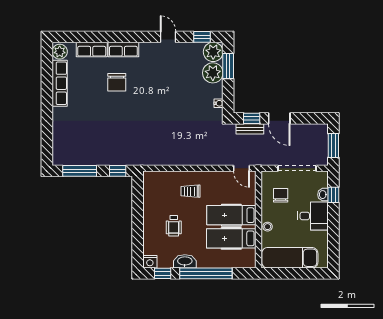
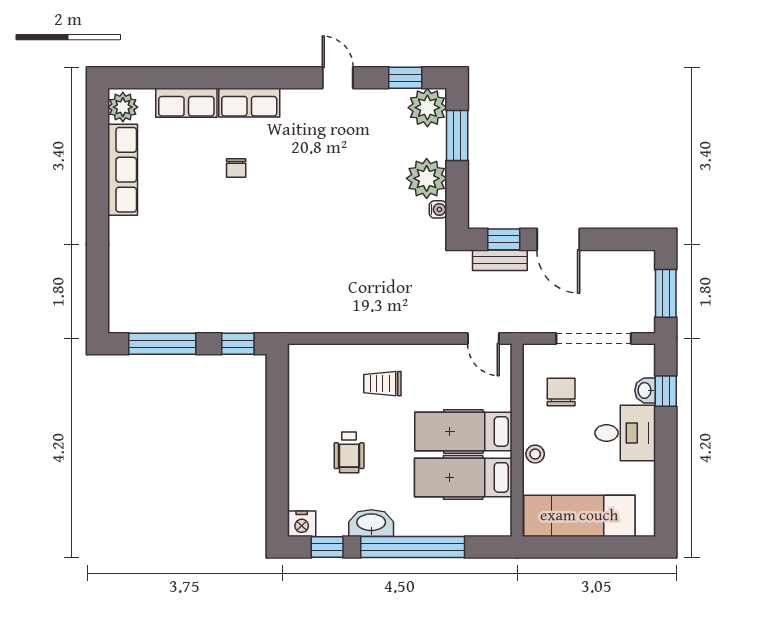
plant: (213, 73) -> (427, 178), moved
chair: (117, 82) -> (236, 168), width x0.54, depth x0.54

